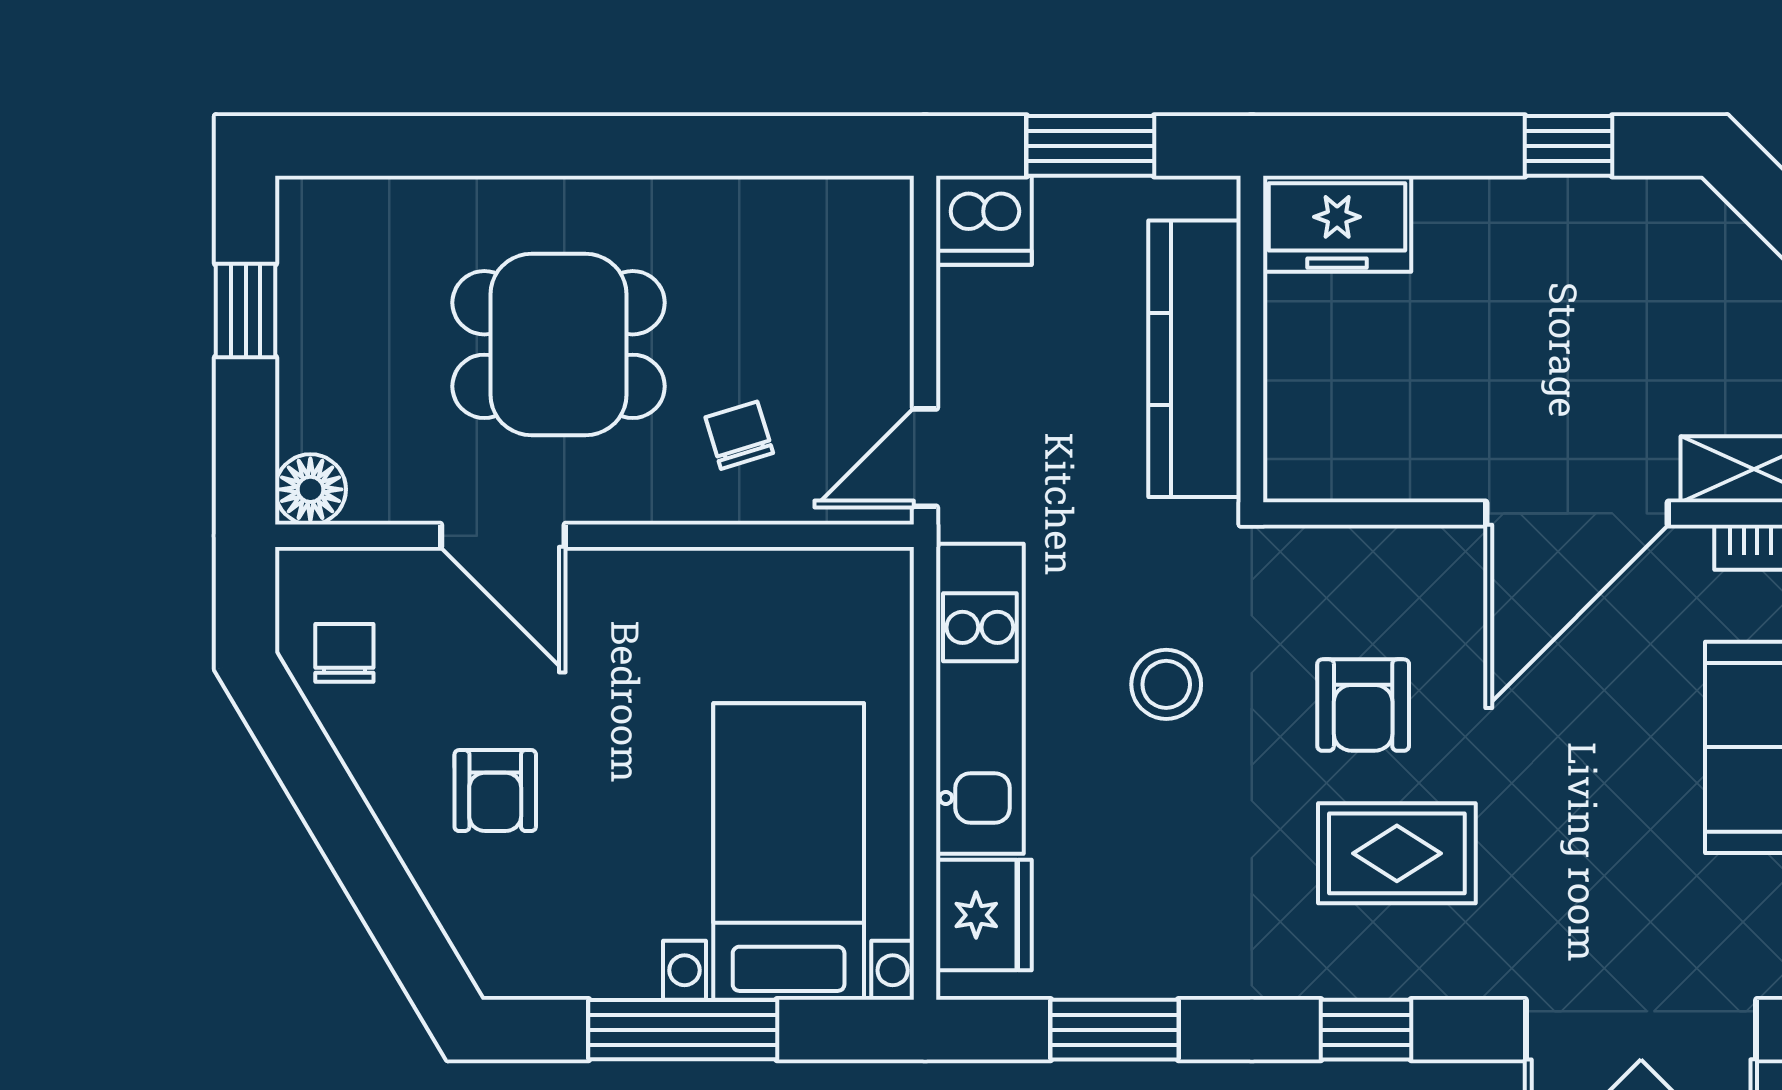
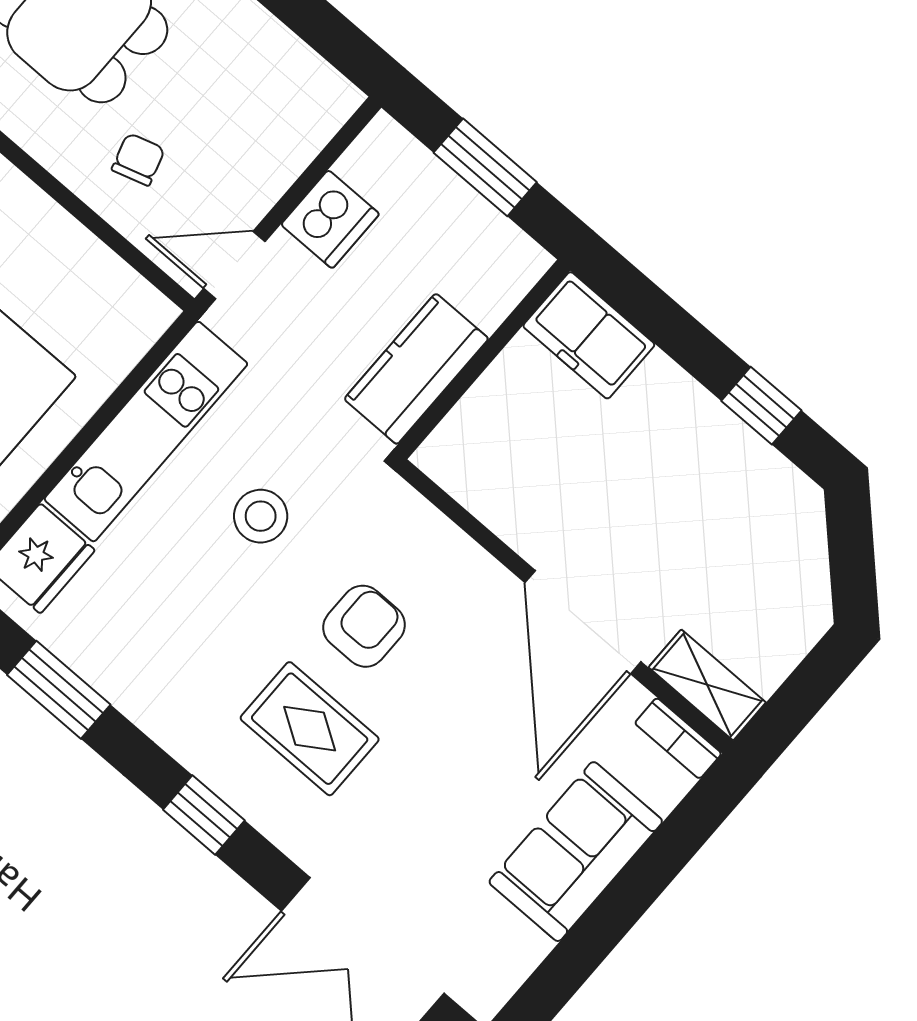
dishwasher: (984, 220) -> (330, 219), moved, turned -90
kitchen counter: (1195, 359) -> (416, 369), width x0.67
door: (1577, 513) -> (583, 622), hinge flipped
armchair: (1363, 705) -> (364, 626), turned 180

